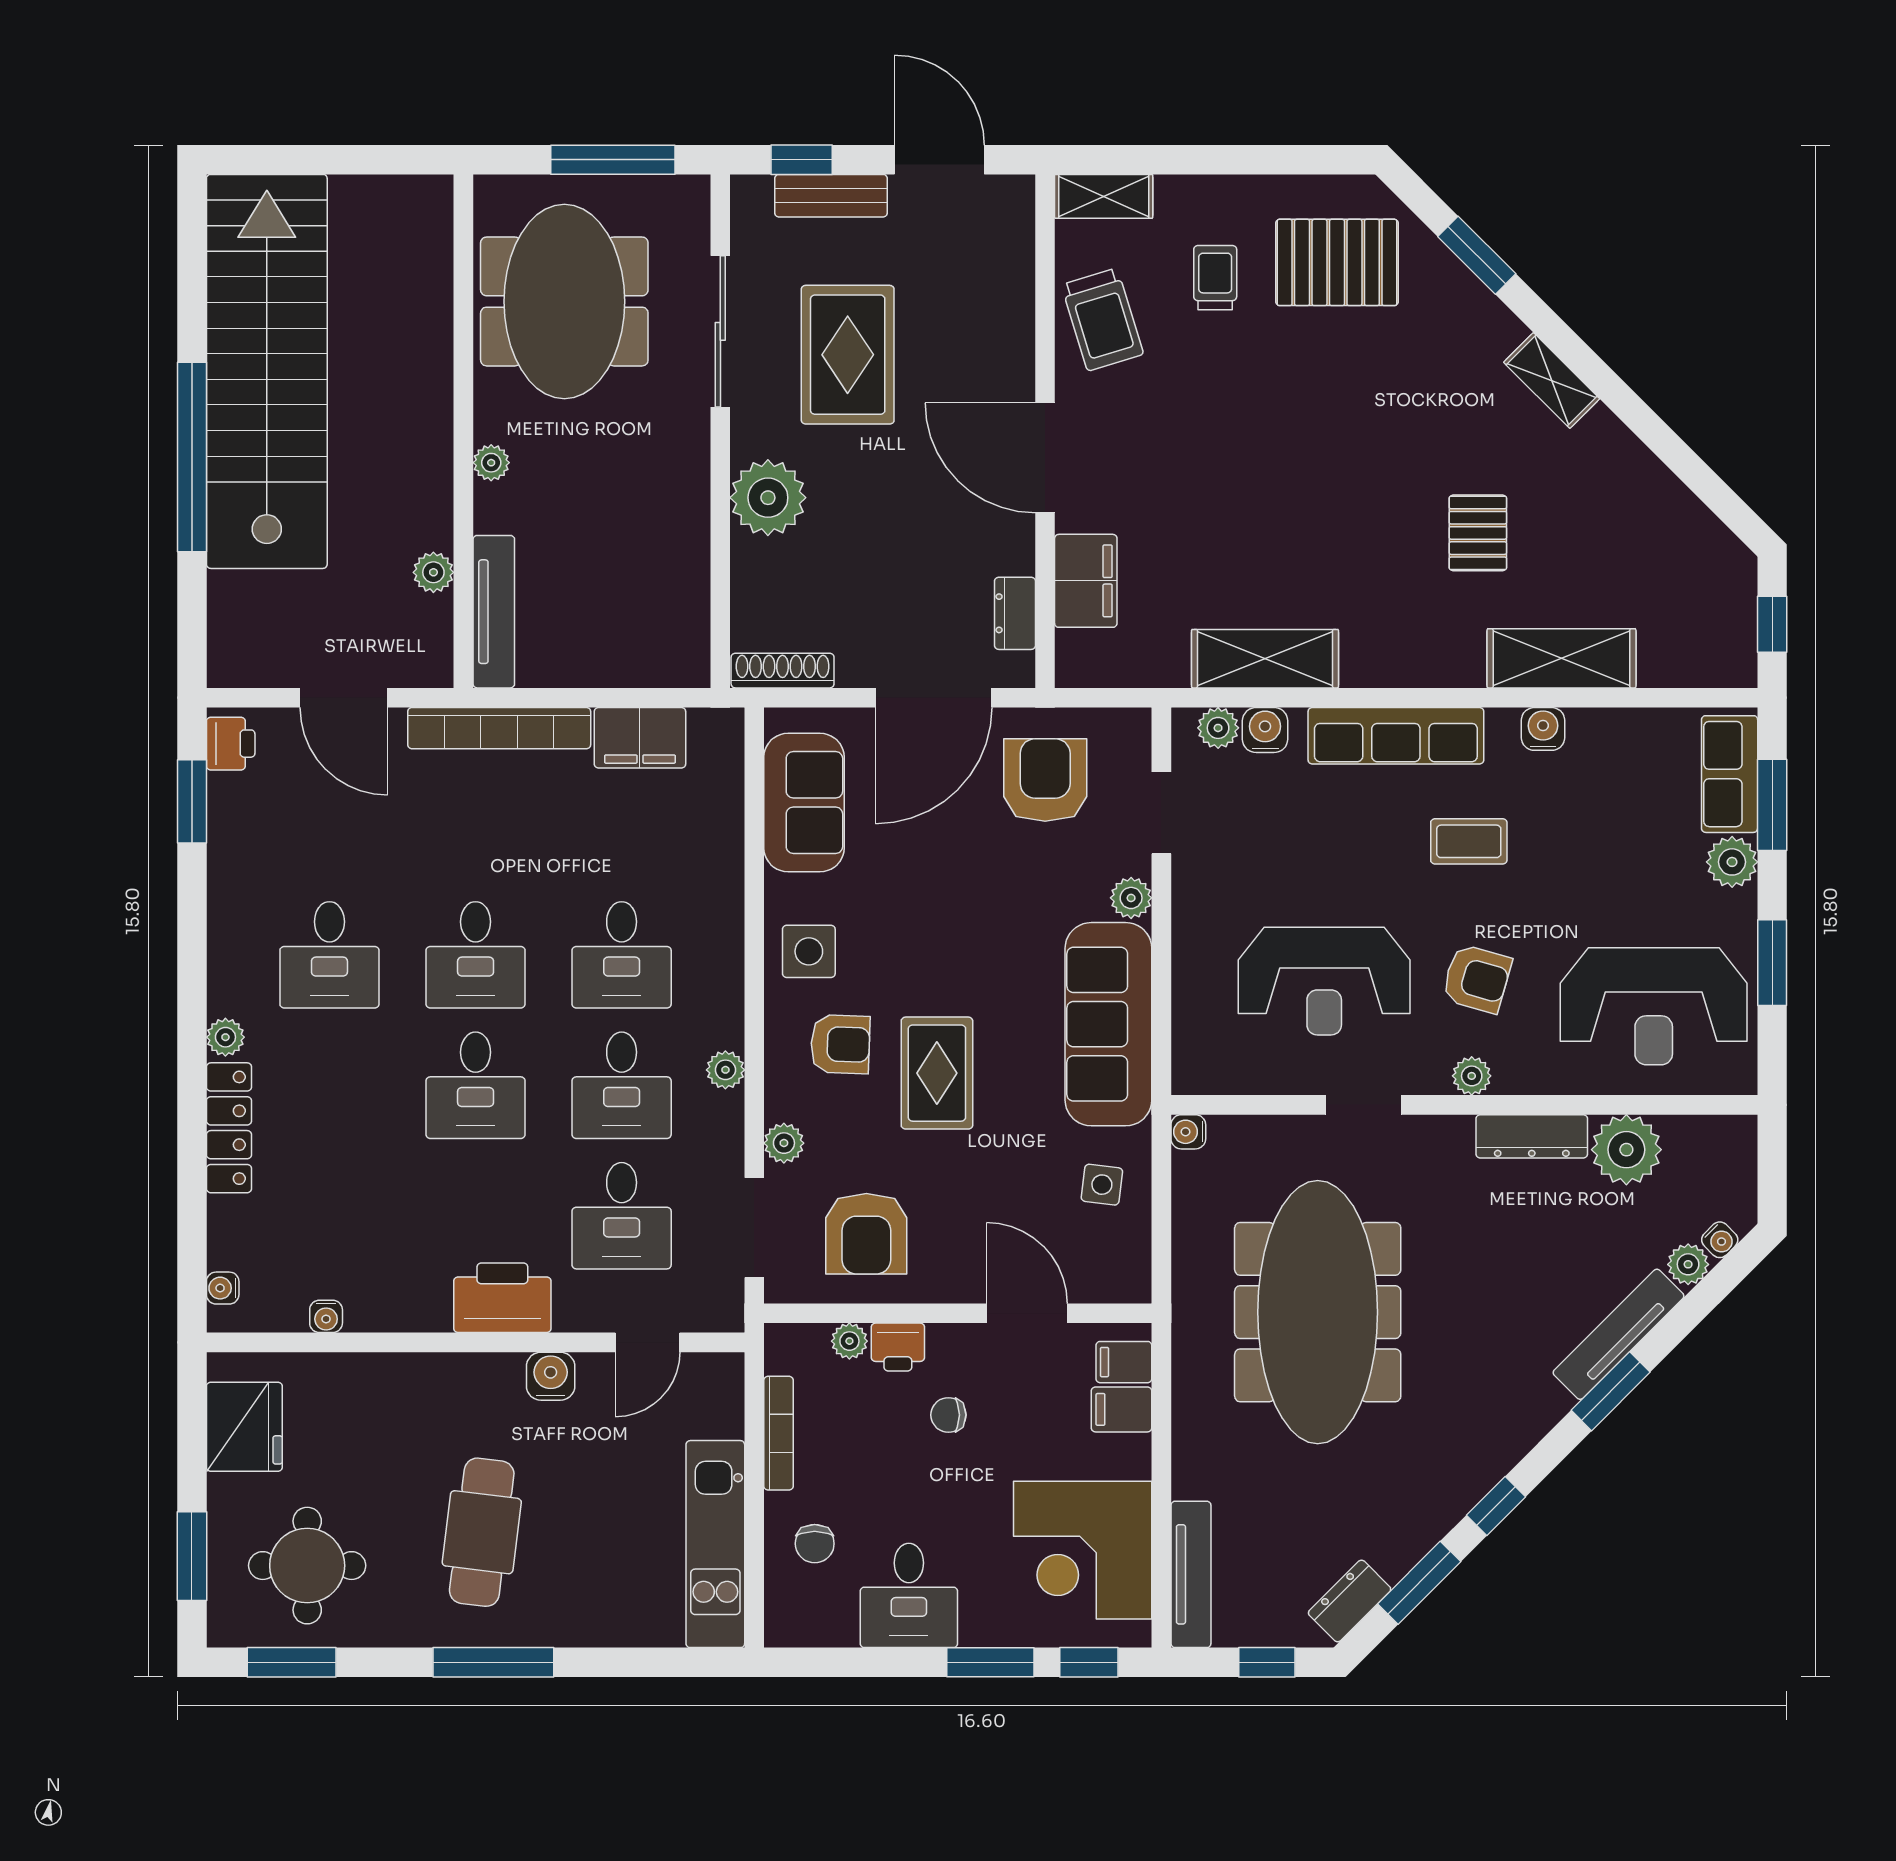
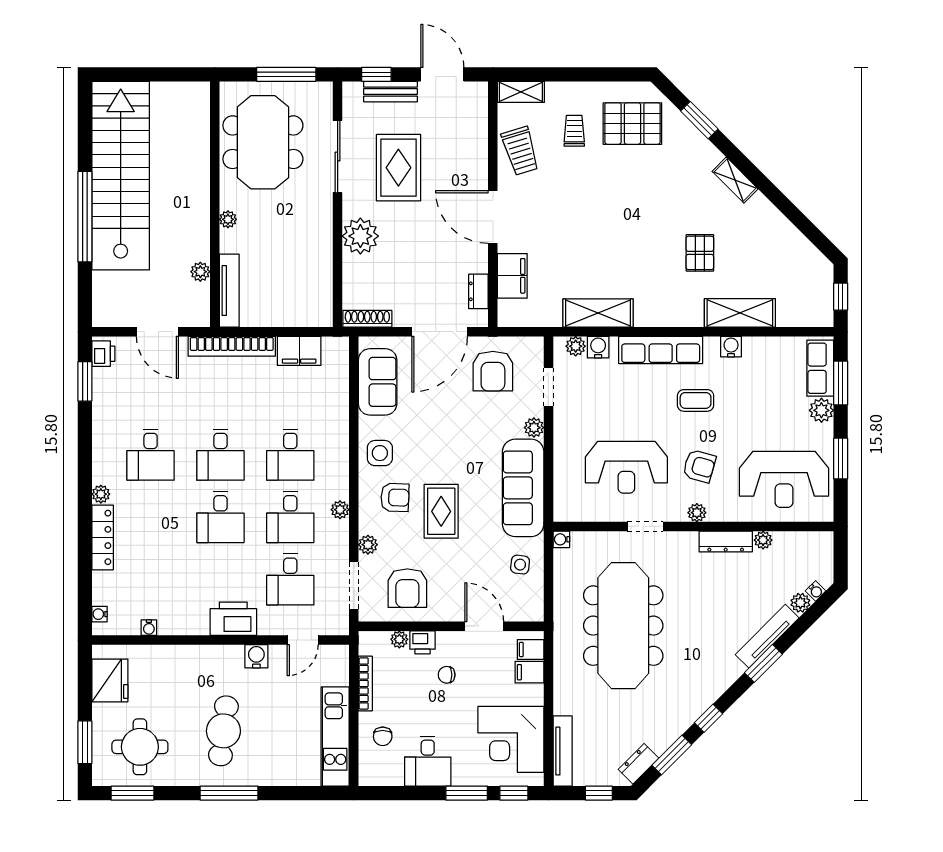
armchair: (1045, 780) -> (493, 371), turned 180
plant: (1626, 1150) -> (763, 540), width x0.53, depth x0.53

